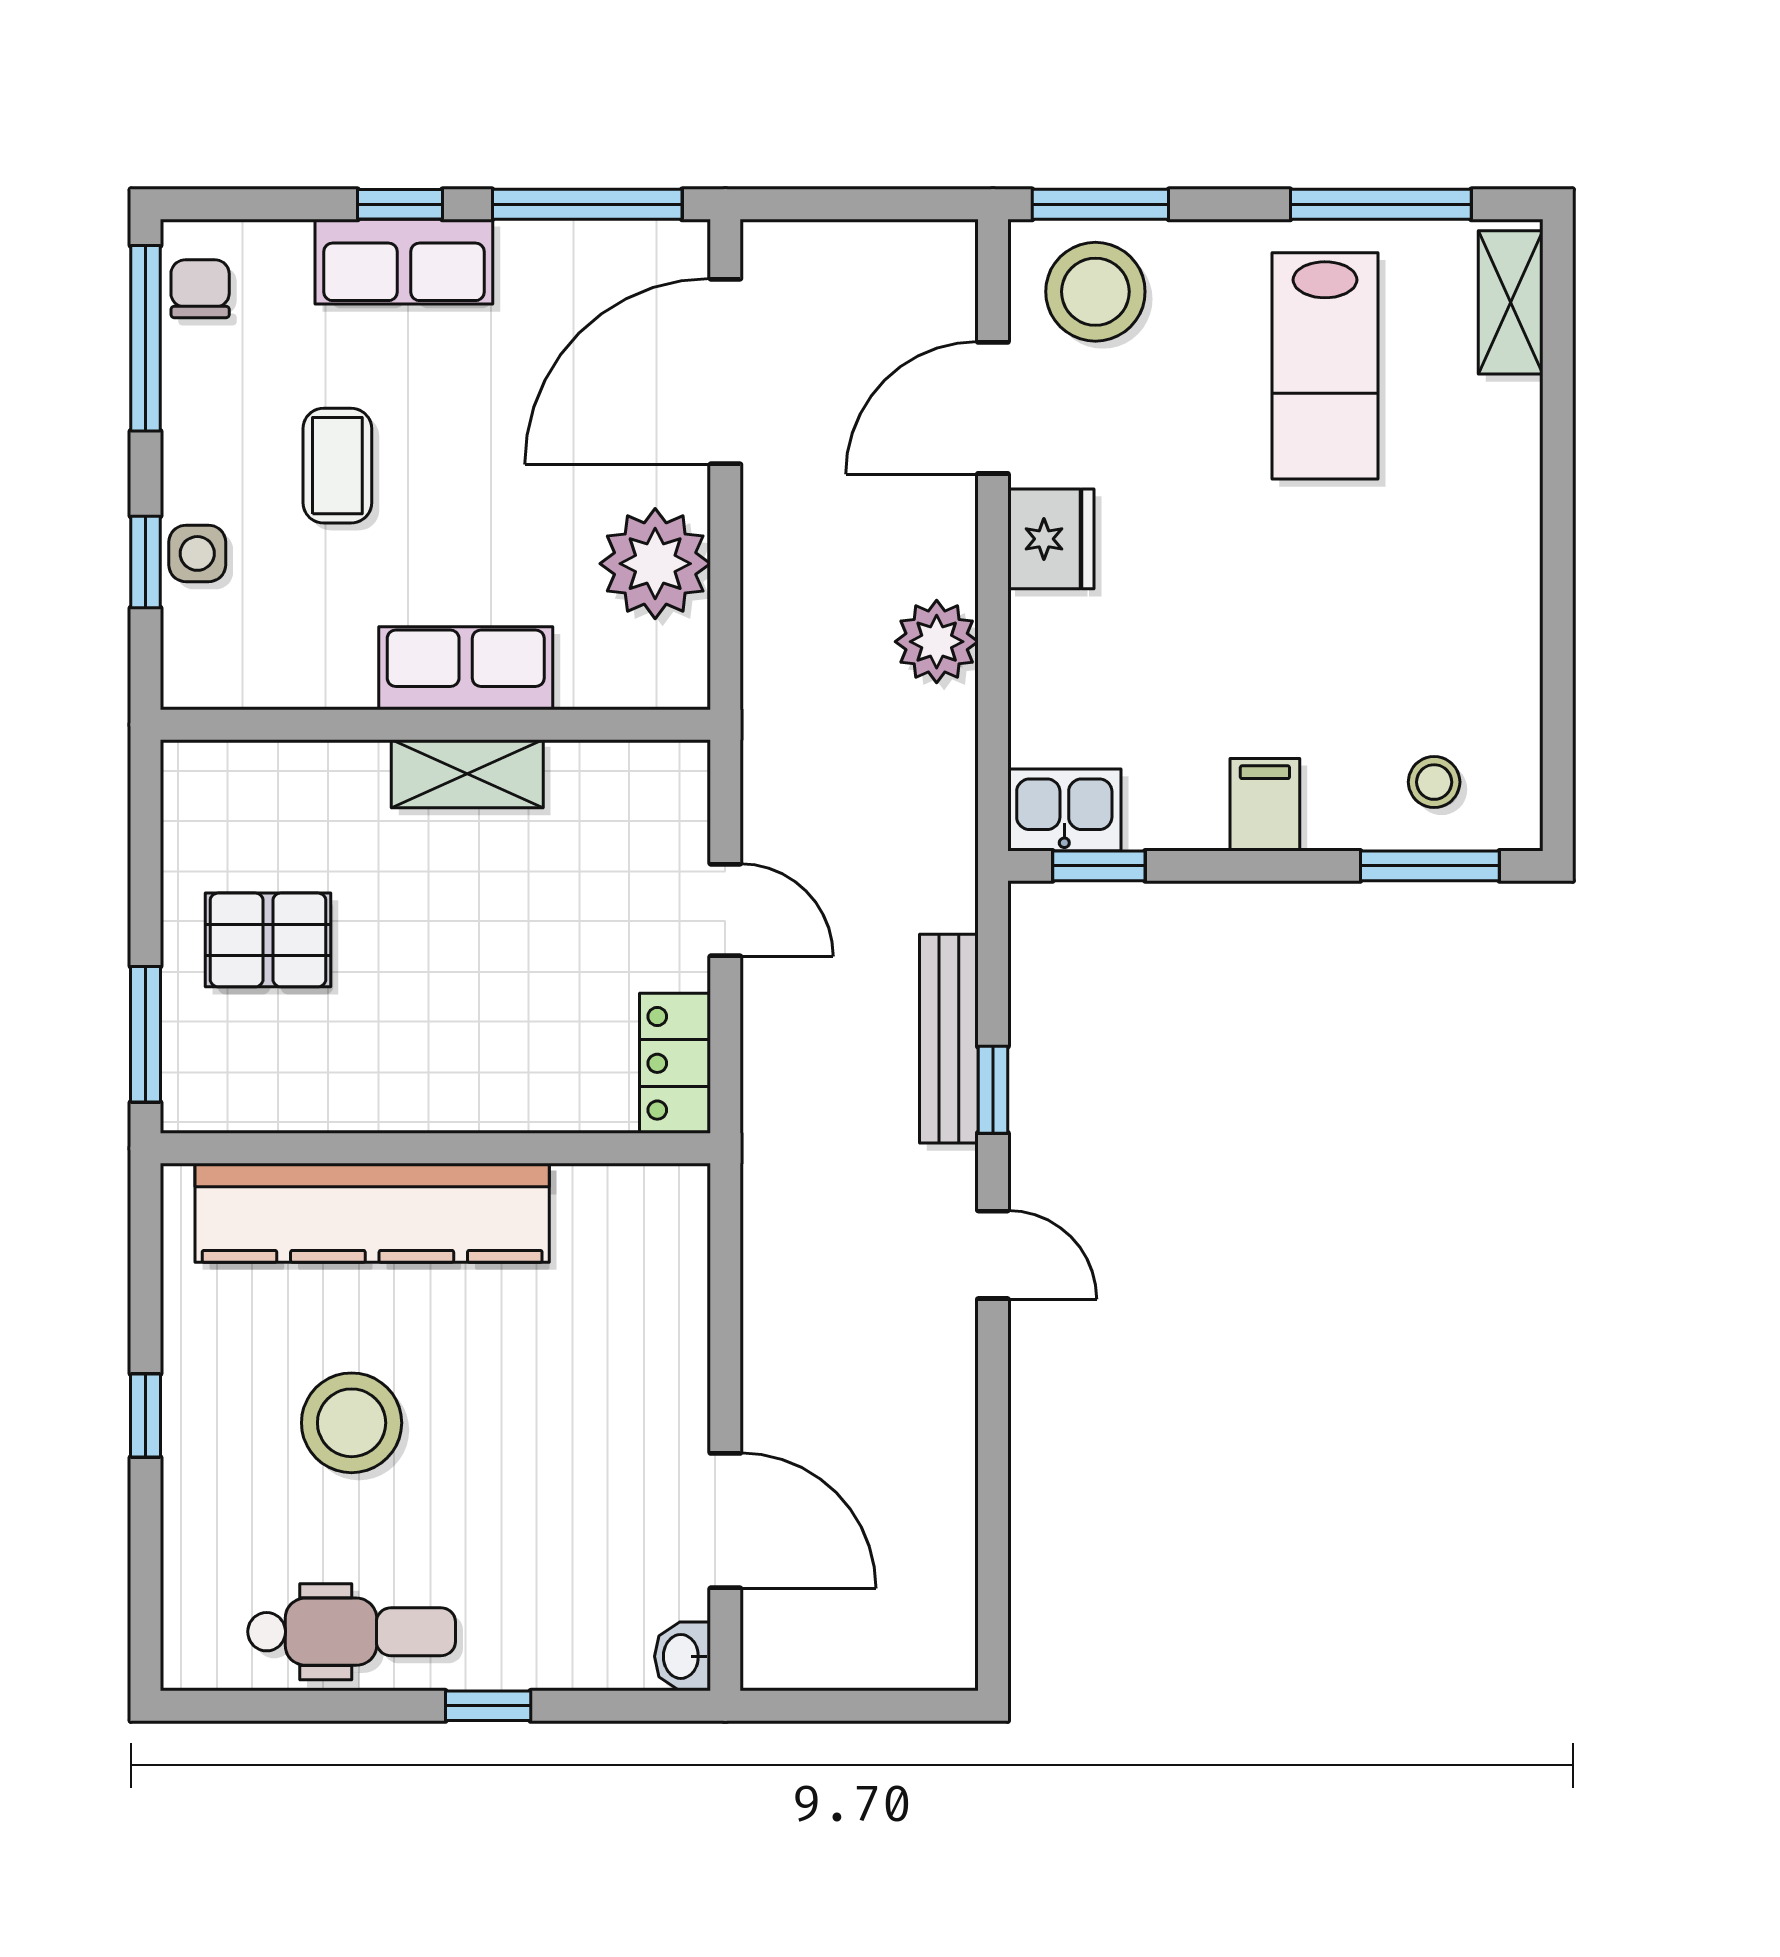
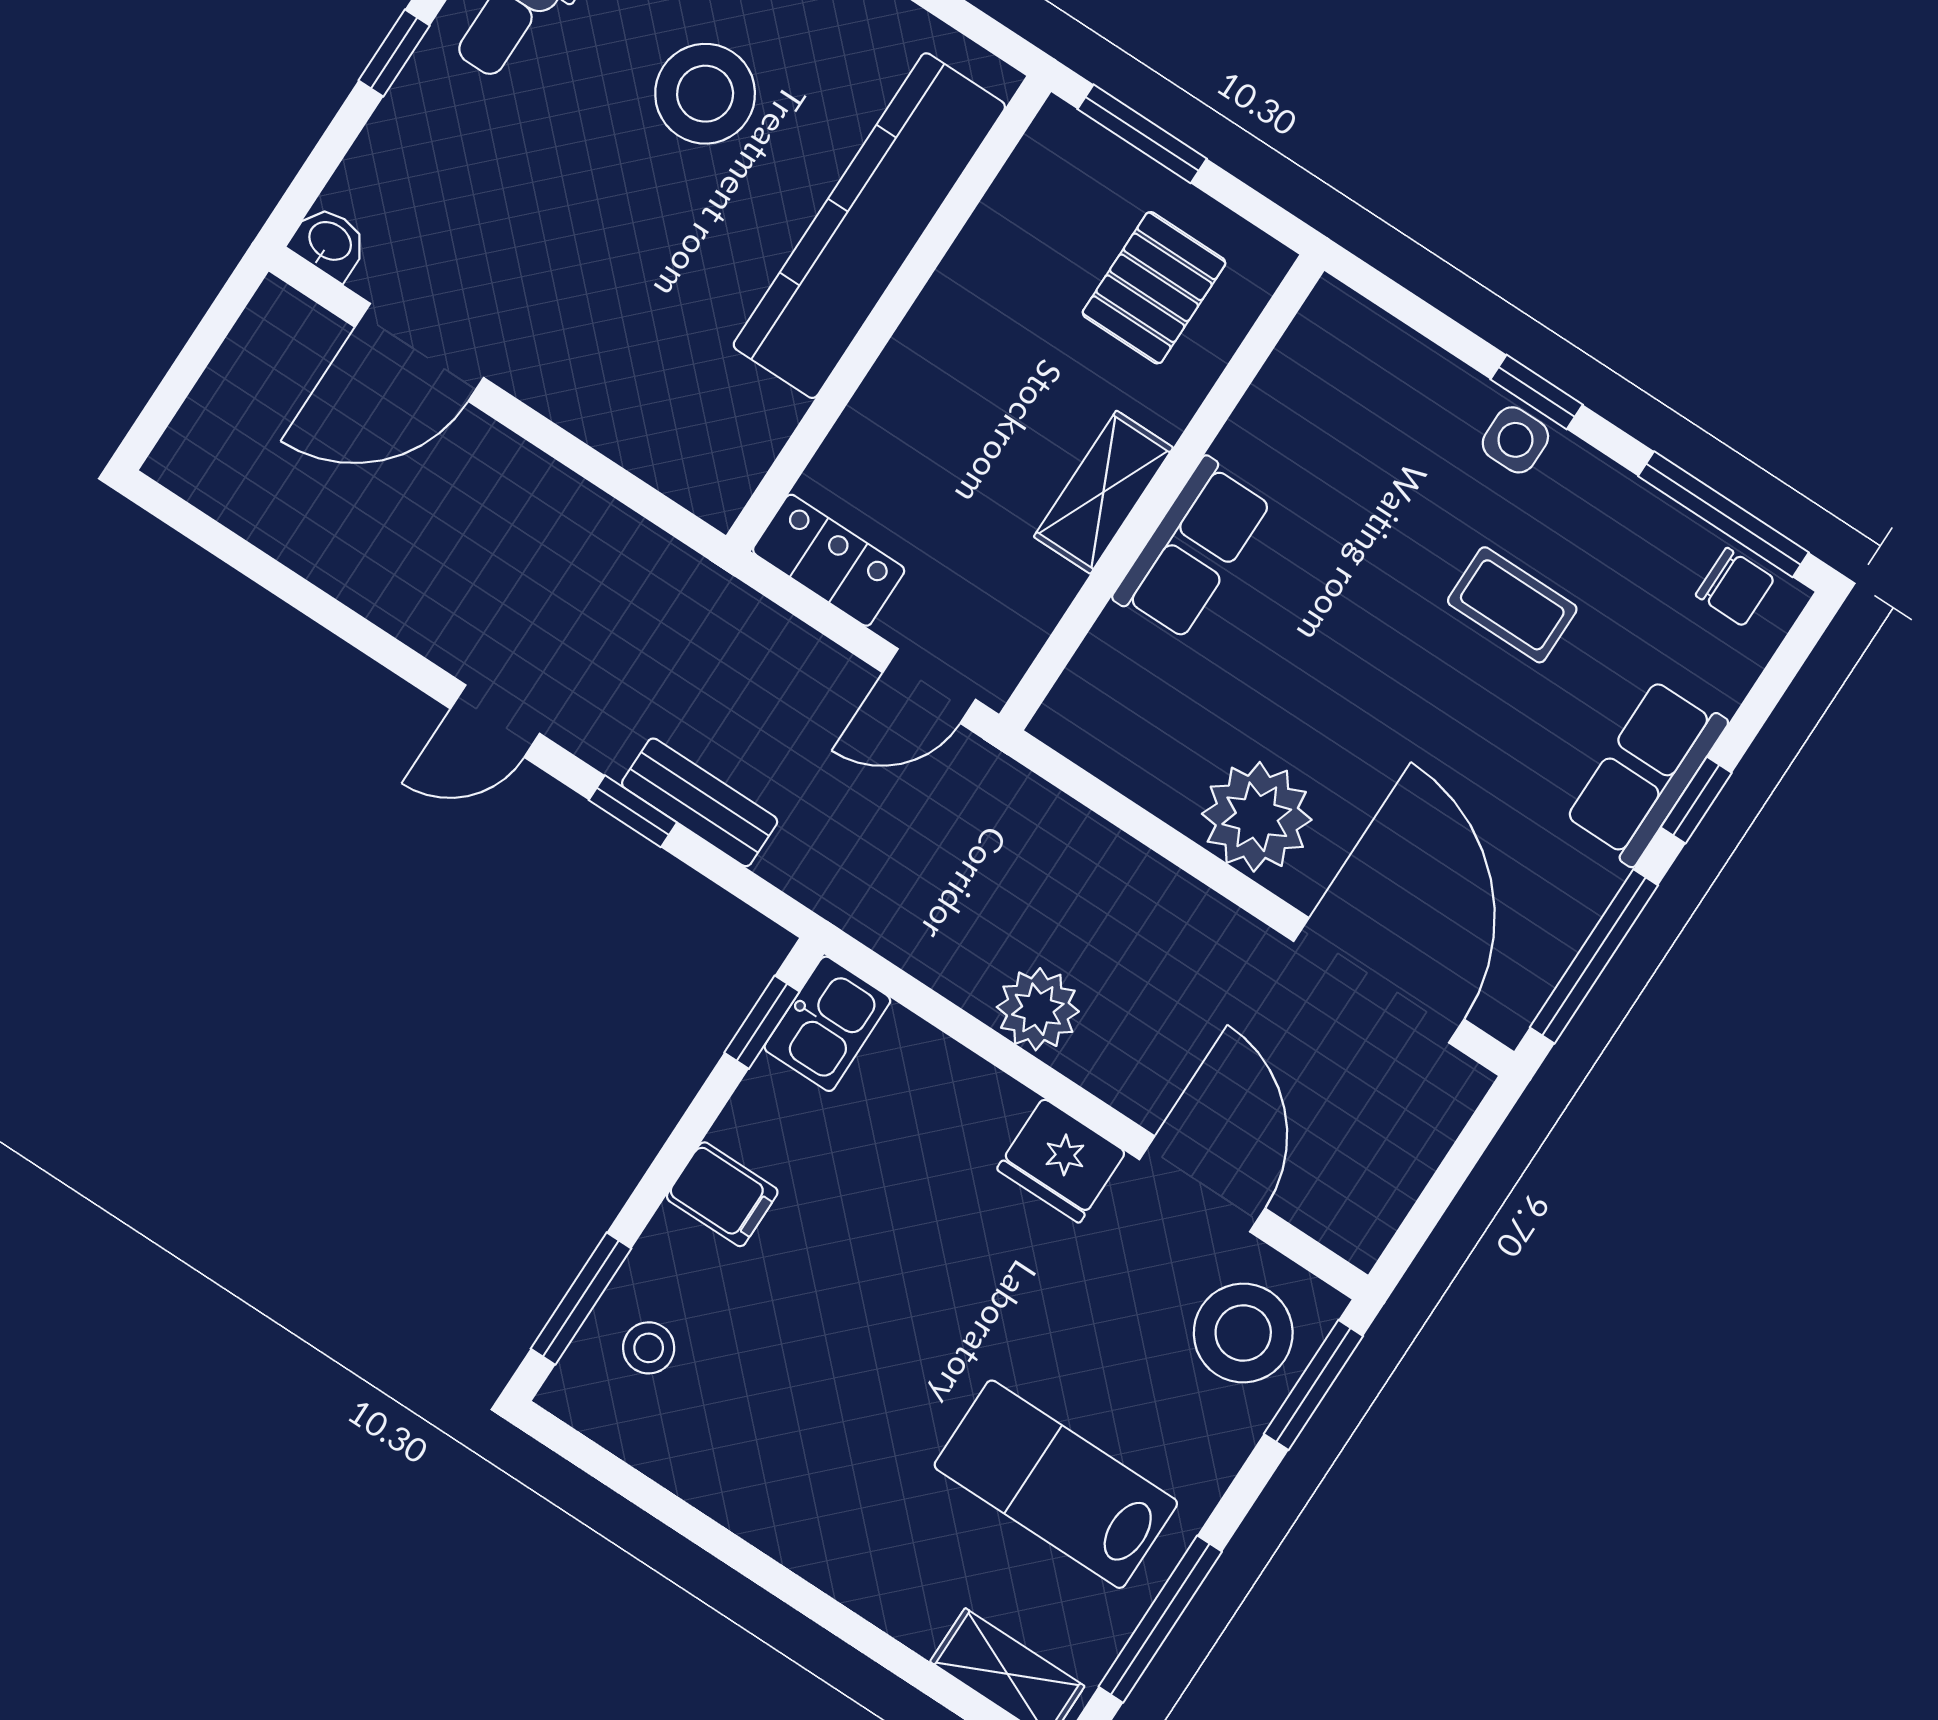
row of seats: (466, 668) -> (1192, 549), moved
wall: (435, 725) -> (1162, 492), moved
shelving: (467, 774) -> (1103, 492), moved
bench: (949, 1039) -> (700, 802), width x0.73

